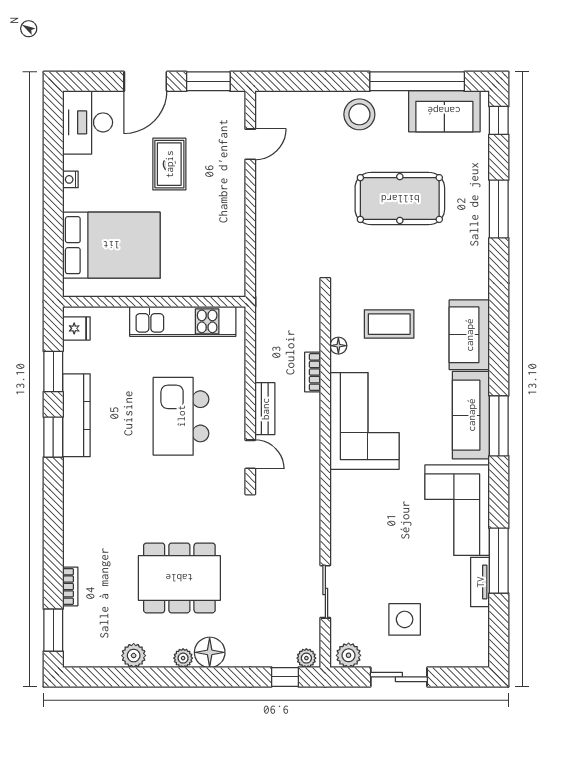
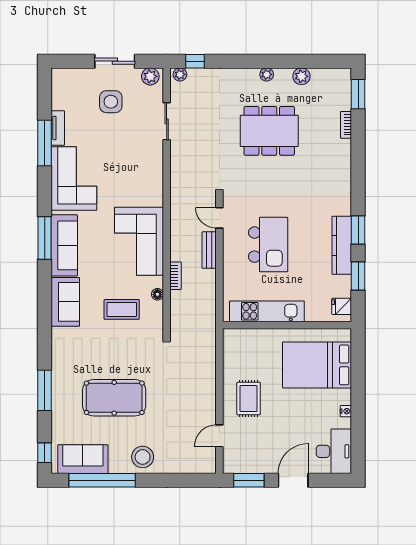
rug: (169, 164) -> (249, 399), moved
floor lamp: (210, 652) -> (248, 79), removed

